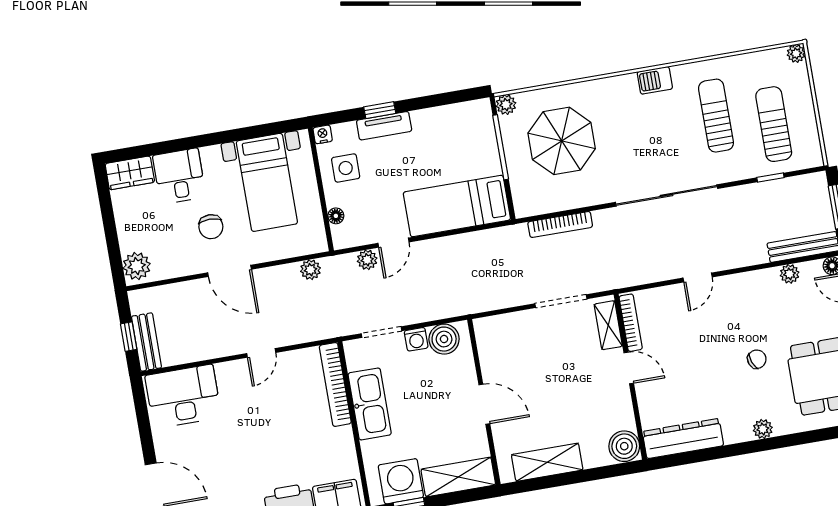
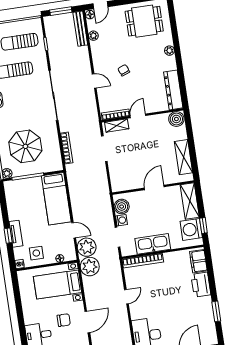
bed with nightstands: (267, 182) -> (58, 284), moved, turned 180
plant: (367, 260) -> (87, 247), width x1.88, depth x1.88
plant: (310, 270) -> (90, 267), width x1.87, depth x1.87
door: (230, 271) -> (87, 322), moved
door: (261, 353) -> (126, 297), hinge flipped
chair: (757, 359) -> (124, 70), moved

